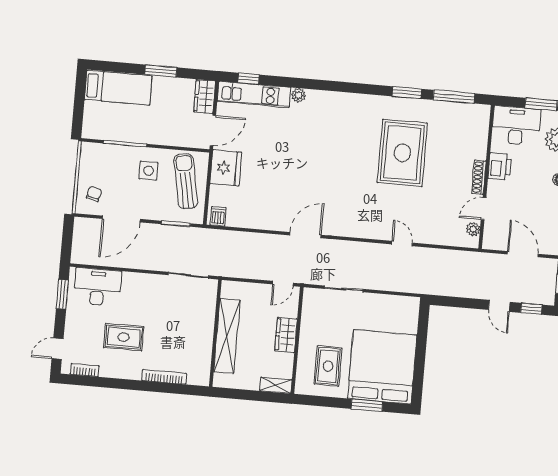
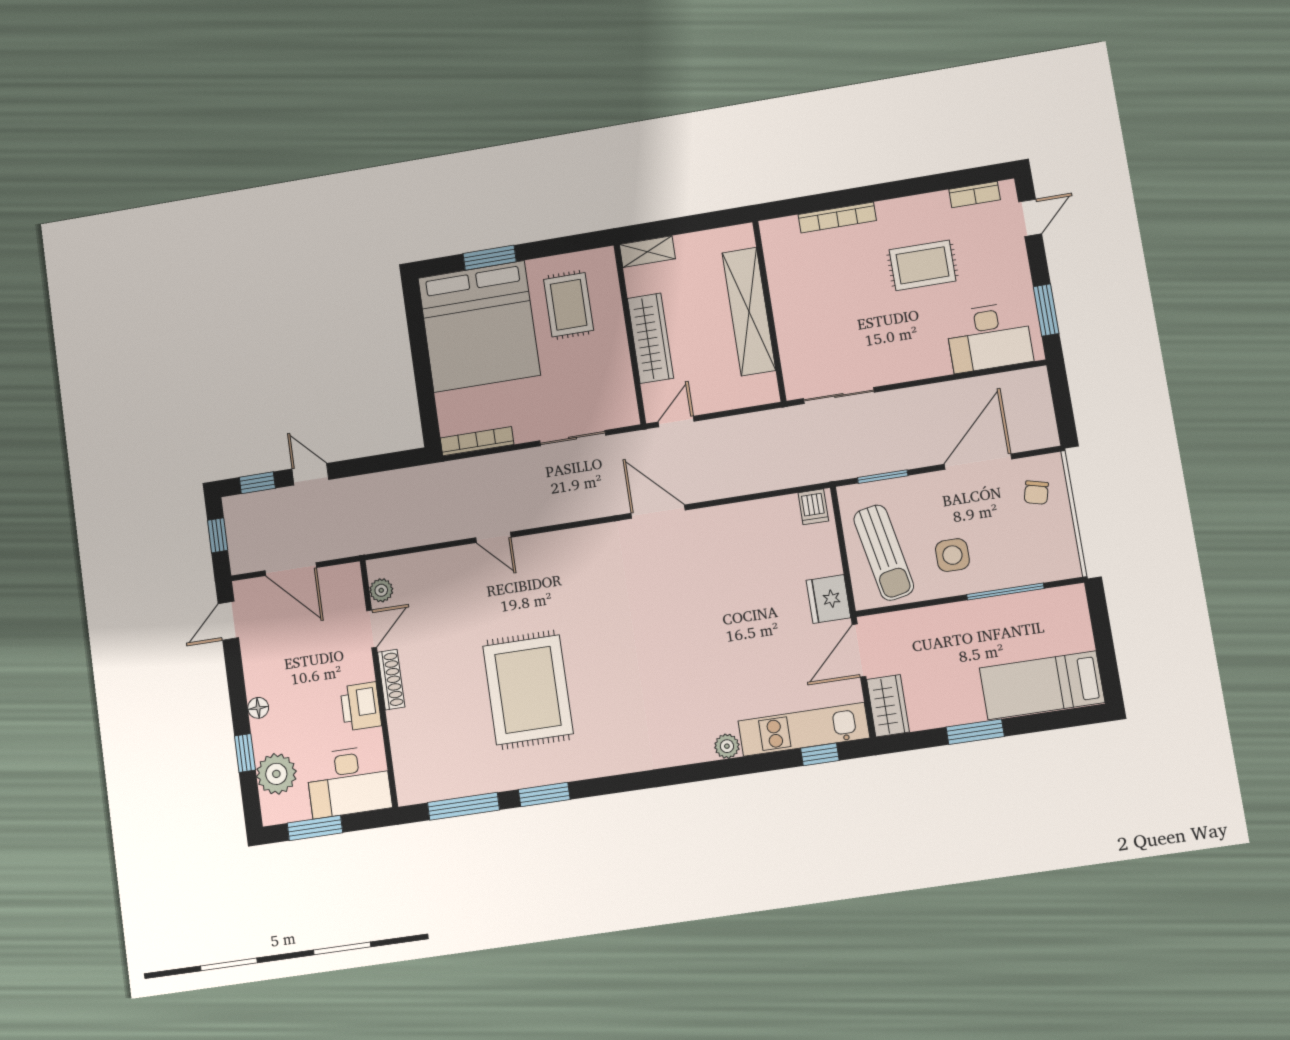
fridge: (226, 168) -> (828, 599), width x0.73, depth x0.75
door: (305, 235) -> (658, 512), swing flipped
bookcase: (399, 301) -> (477, 441), added
wardrobe: (286, 335) -> (650, 338), width x1.50

